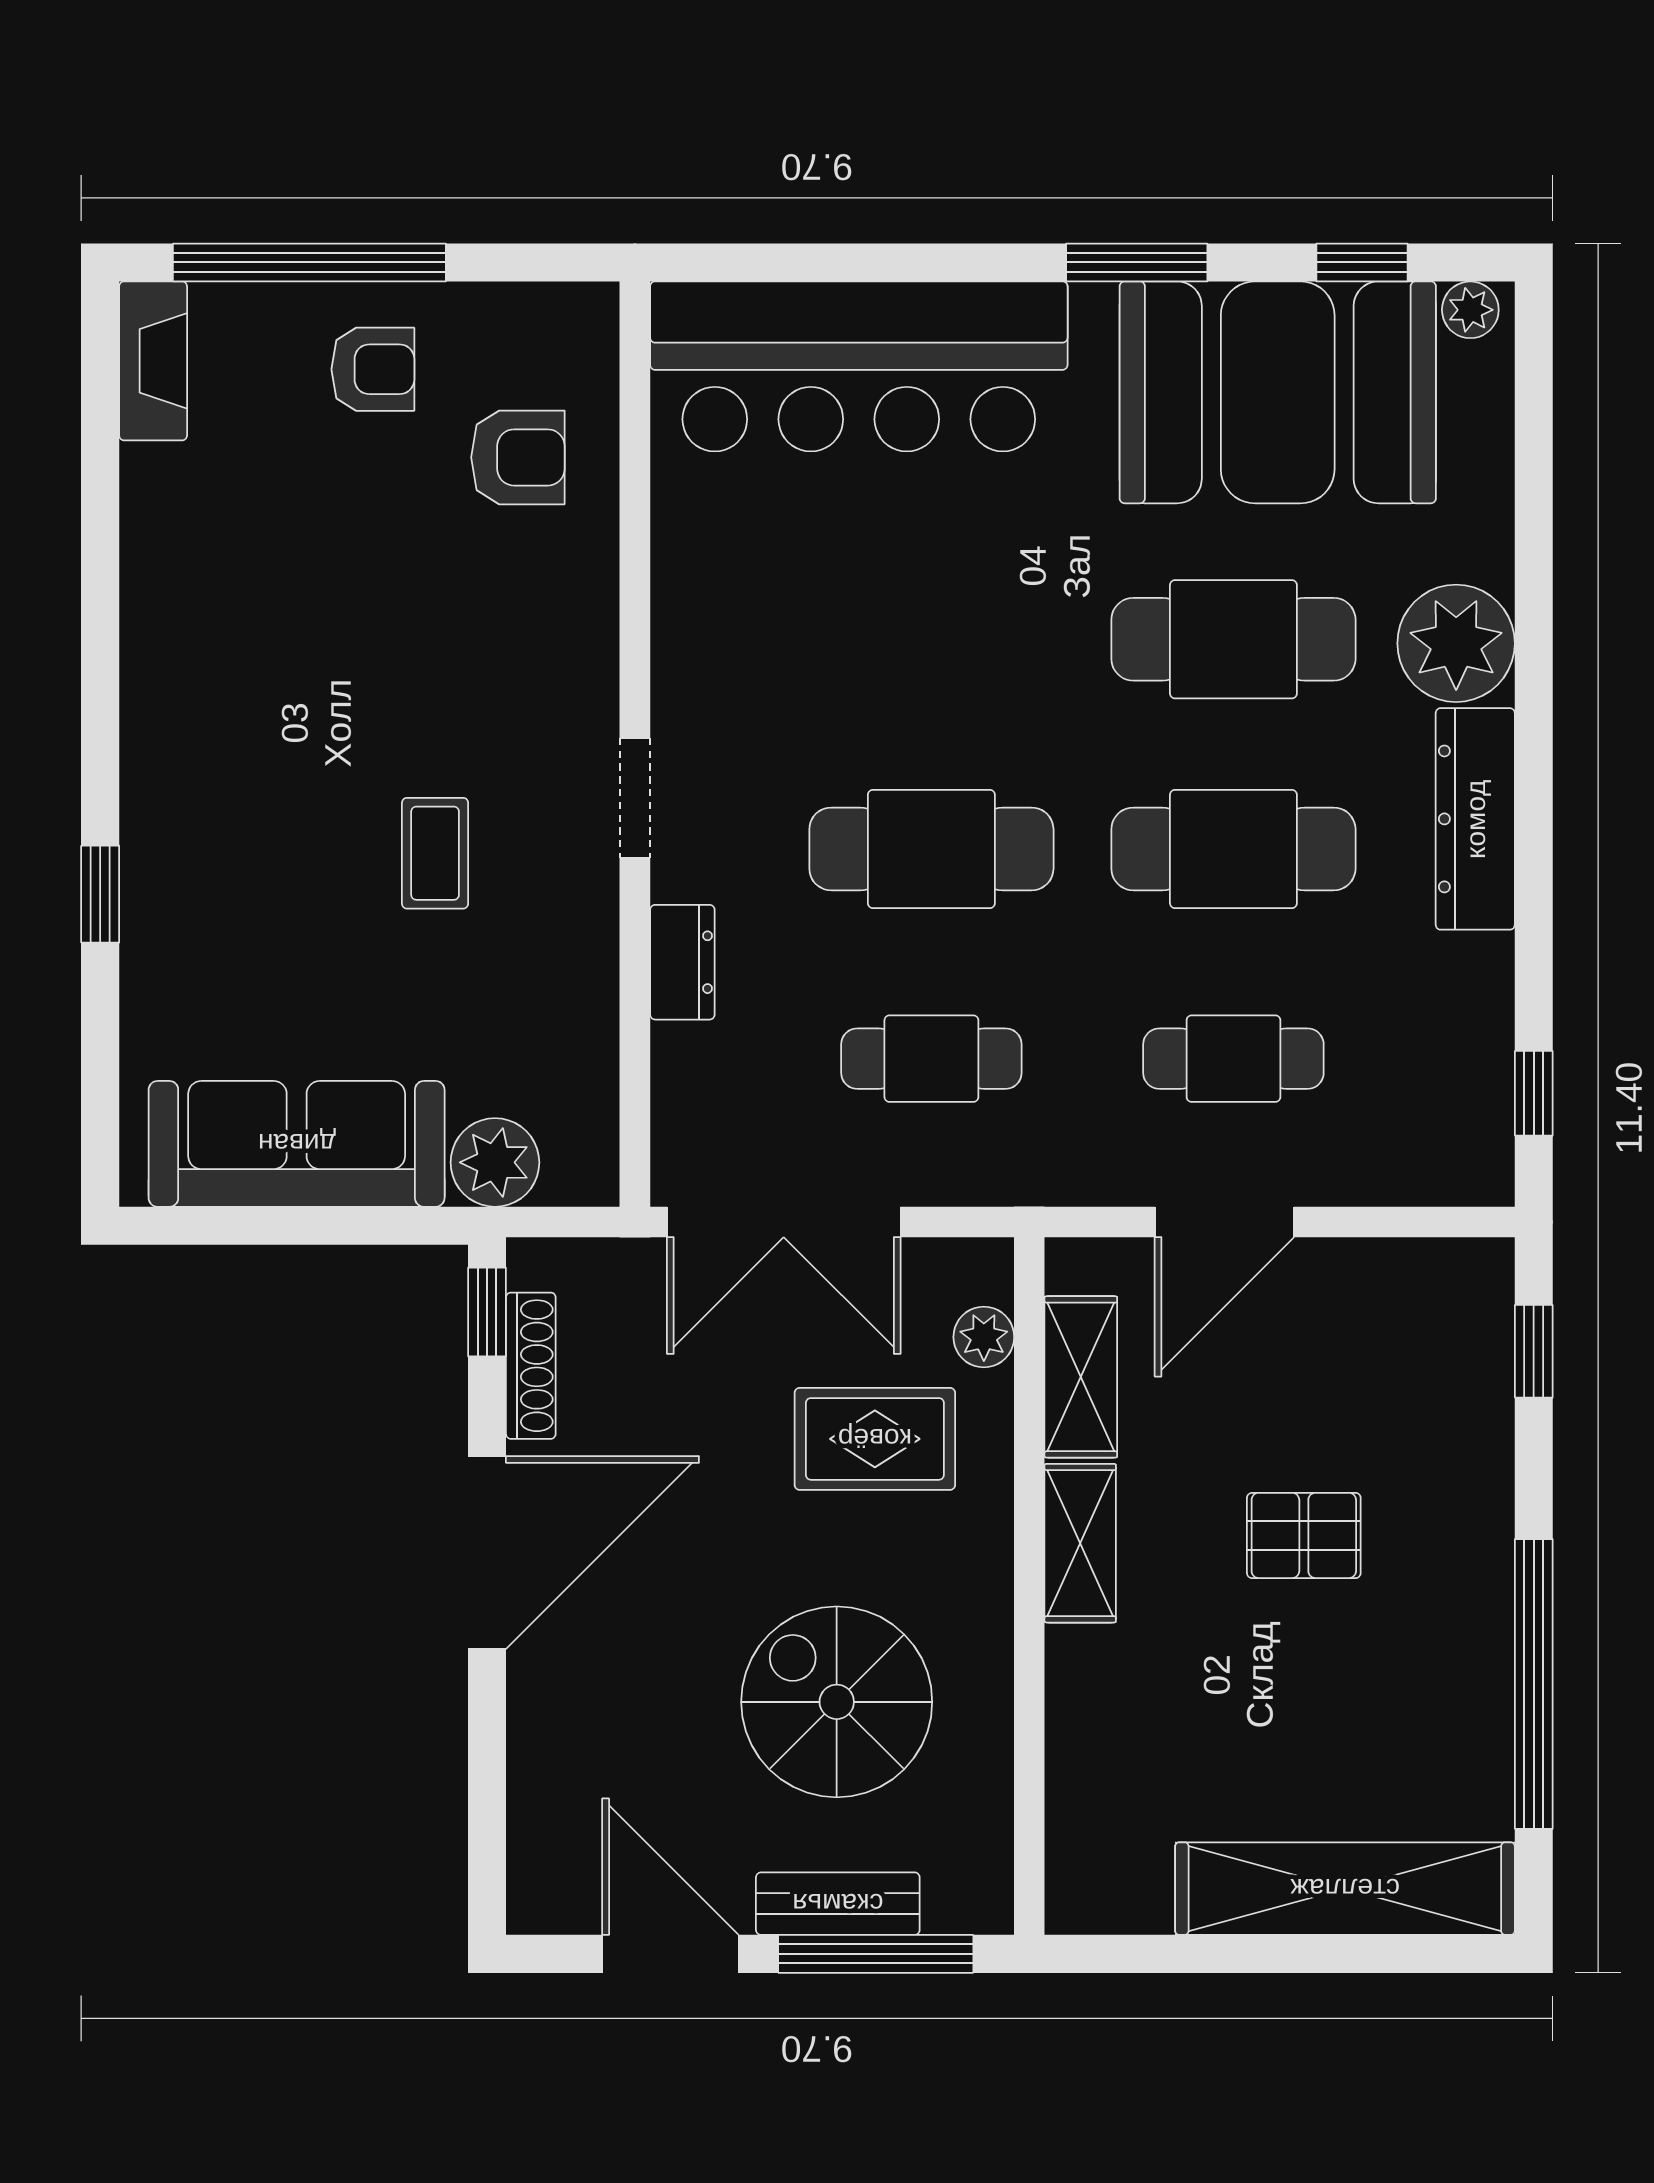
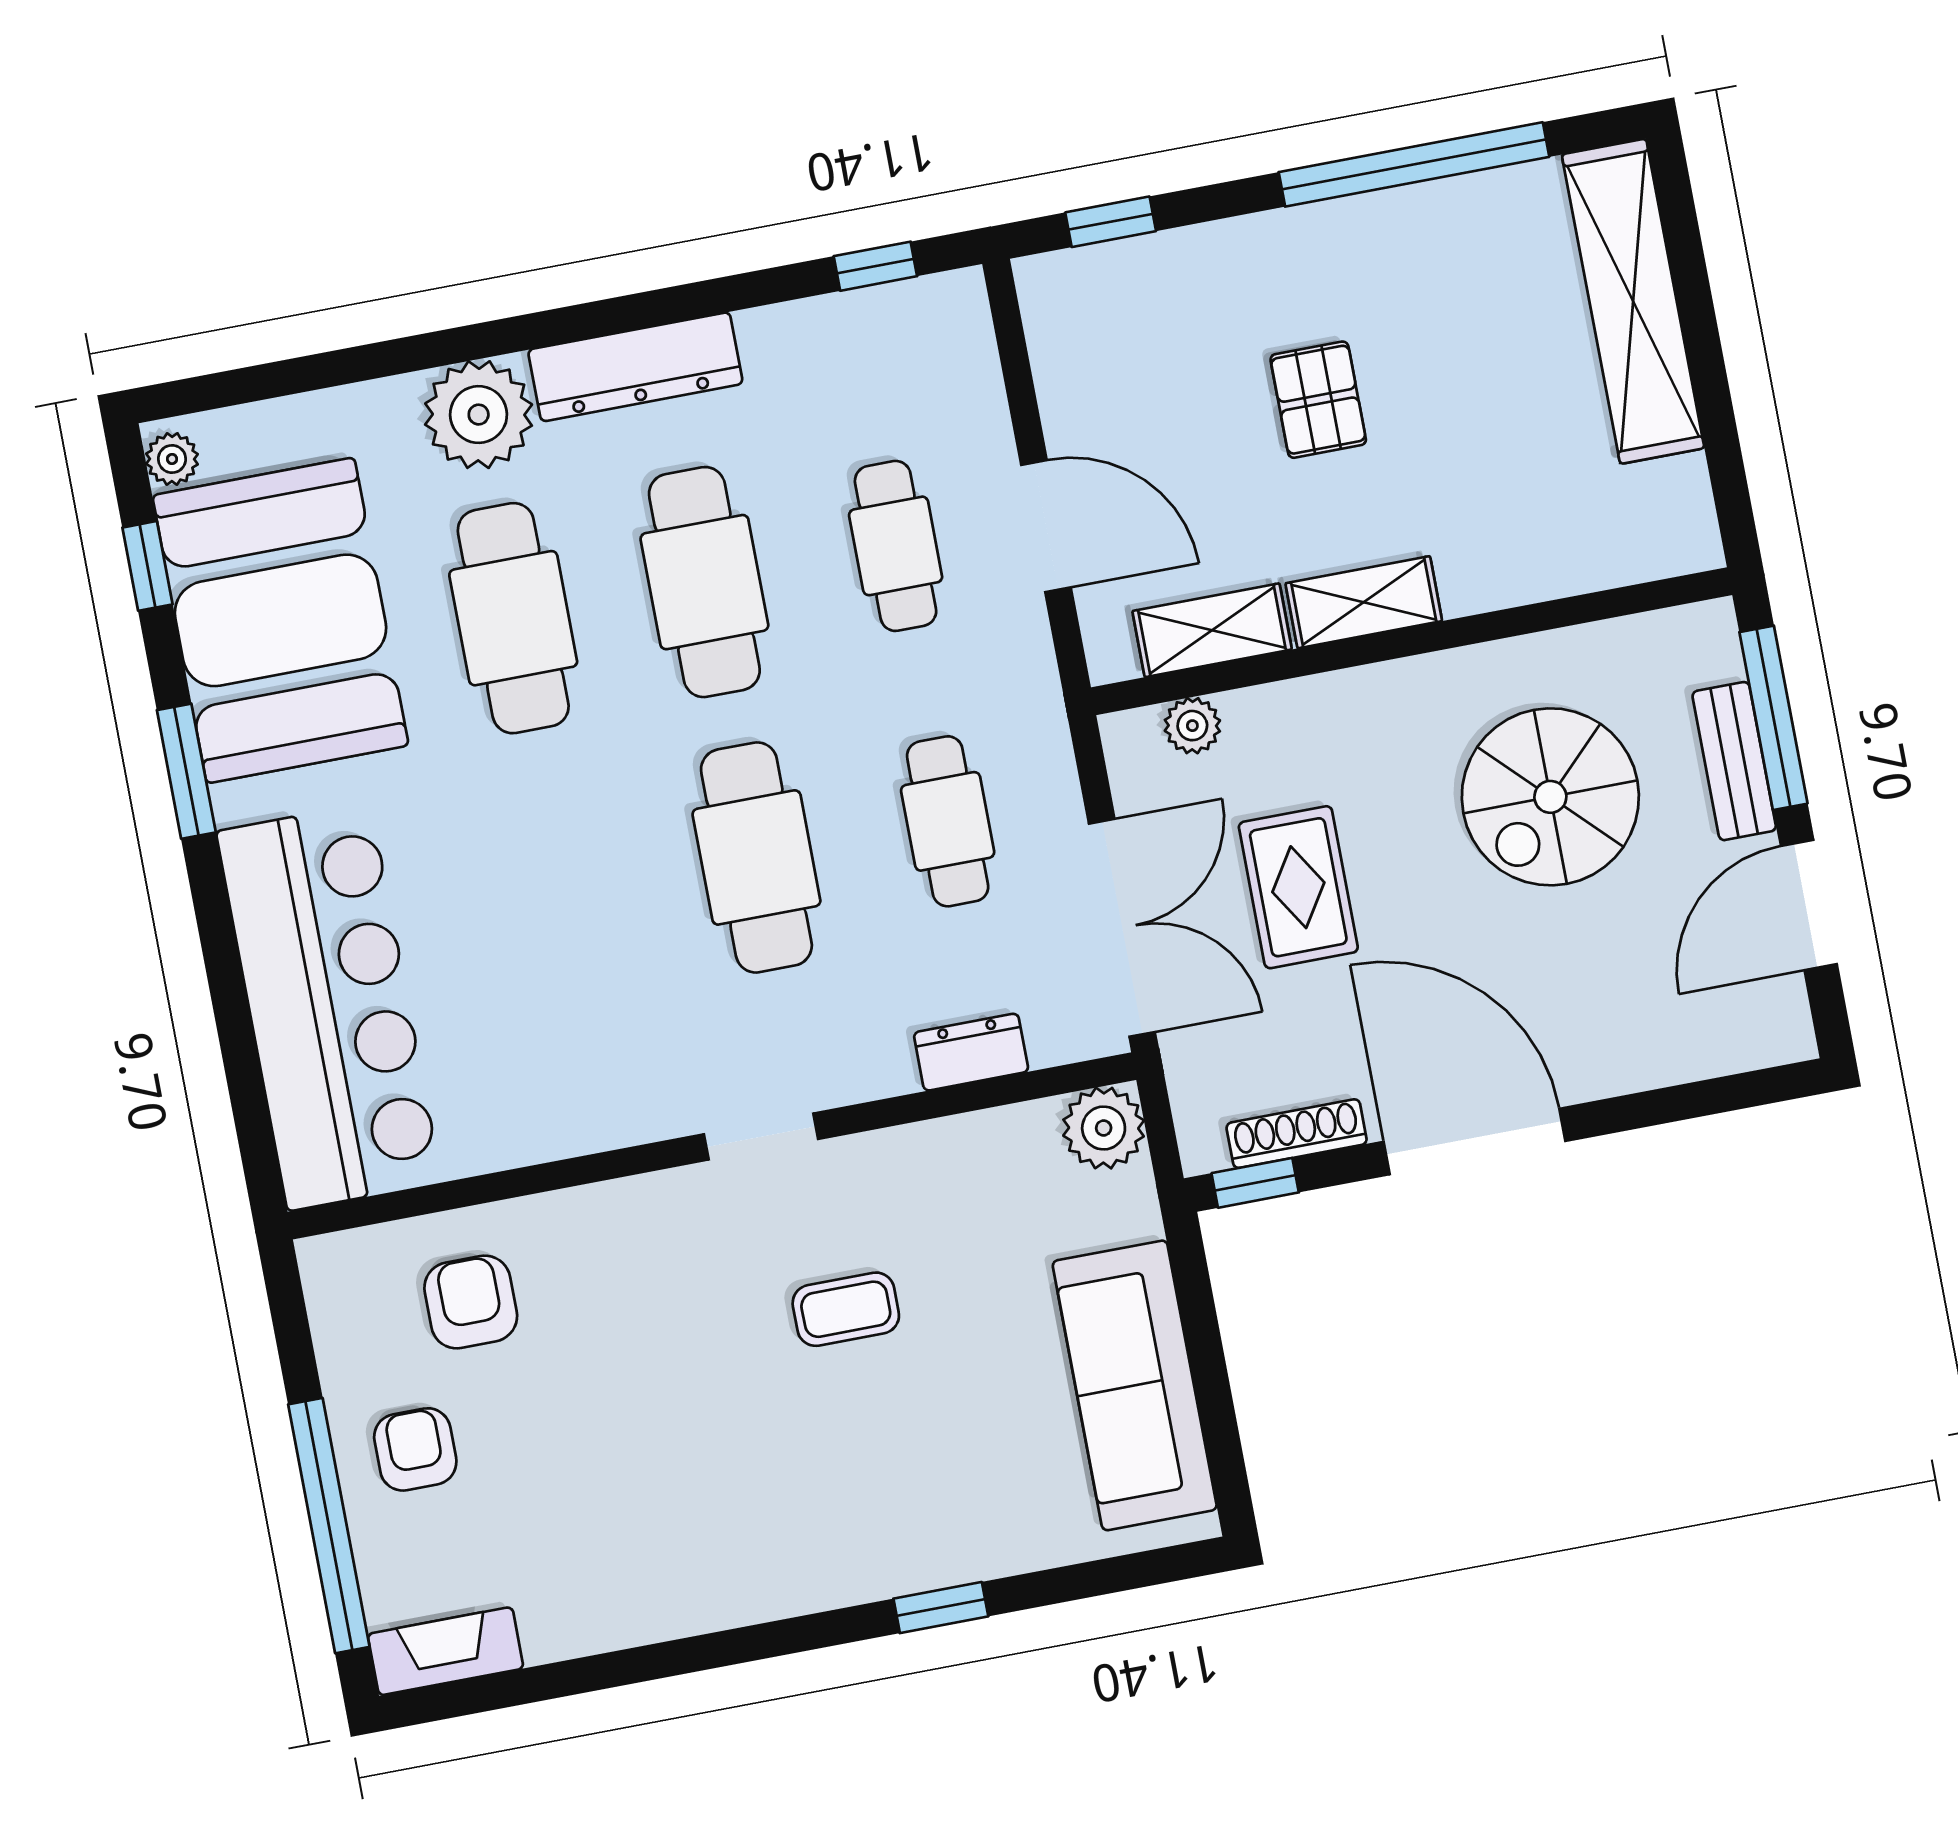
dresser: (682, 962) -> (971, 1052), moved
plant: (495, 1162) -> (1104, 1128), moved
rug: (875, 1439) -> (1298, 887), moved

